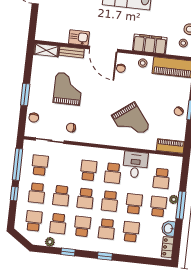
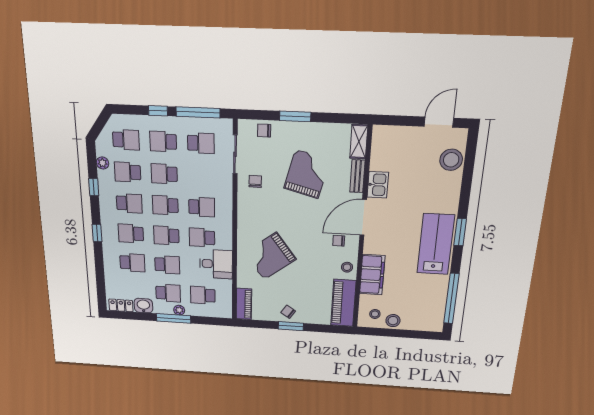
grand piano: (68, 89) -> (307, 174), turned -75

